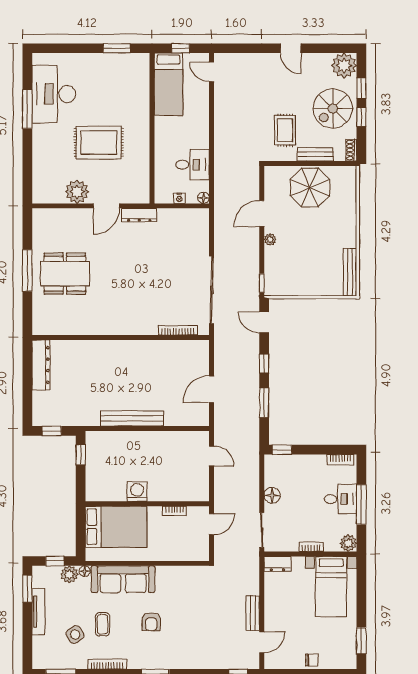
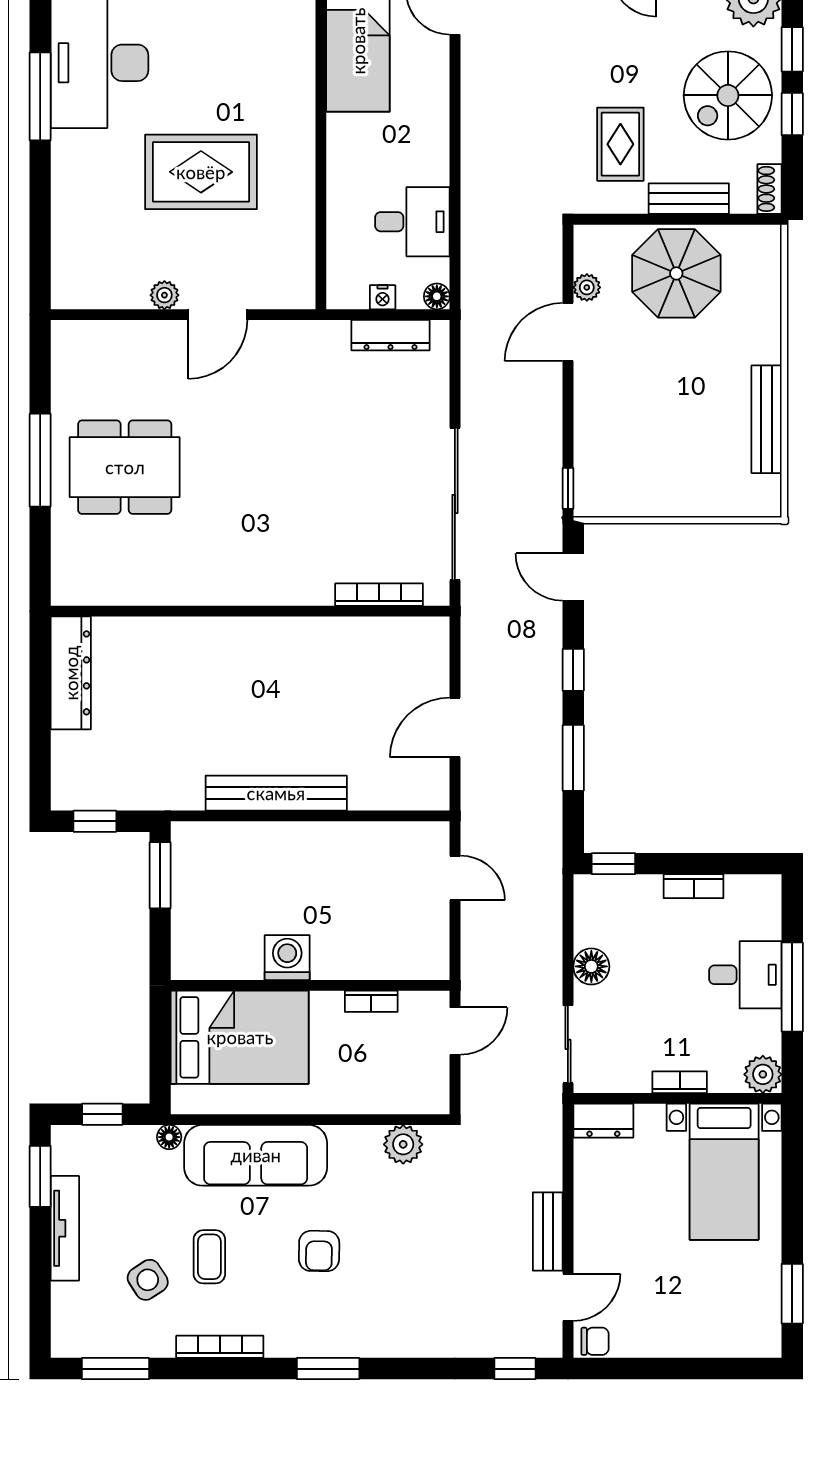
plant: (77, 192) -> (164, 295), width x0.53, depth x0.53
dresser: (139, 215) -> (390, 335), moved
plant: (270, 239) -> (587, 287), moved
bench: (350, 272) -> (767, 419), moved
window: (81, 455) -> (160, 875), width x1.50
bookcase: (340, 460) -> (694, 886), moved
plant: (69, 574) -> (403, 1144), moved
chair: (312, 660) -> (595, 1341), moved

